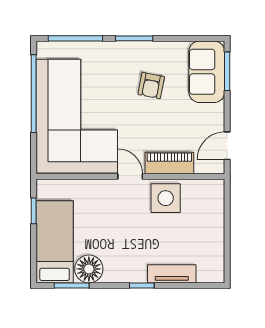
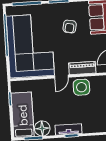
door: (130, 176) -> (61, 77), swing flipped
tv unit: (172, 274) -> (68, 129), moved

